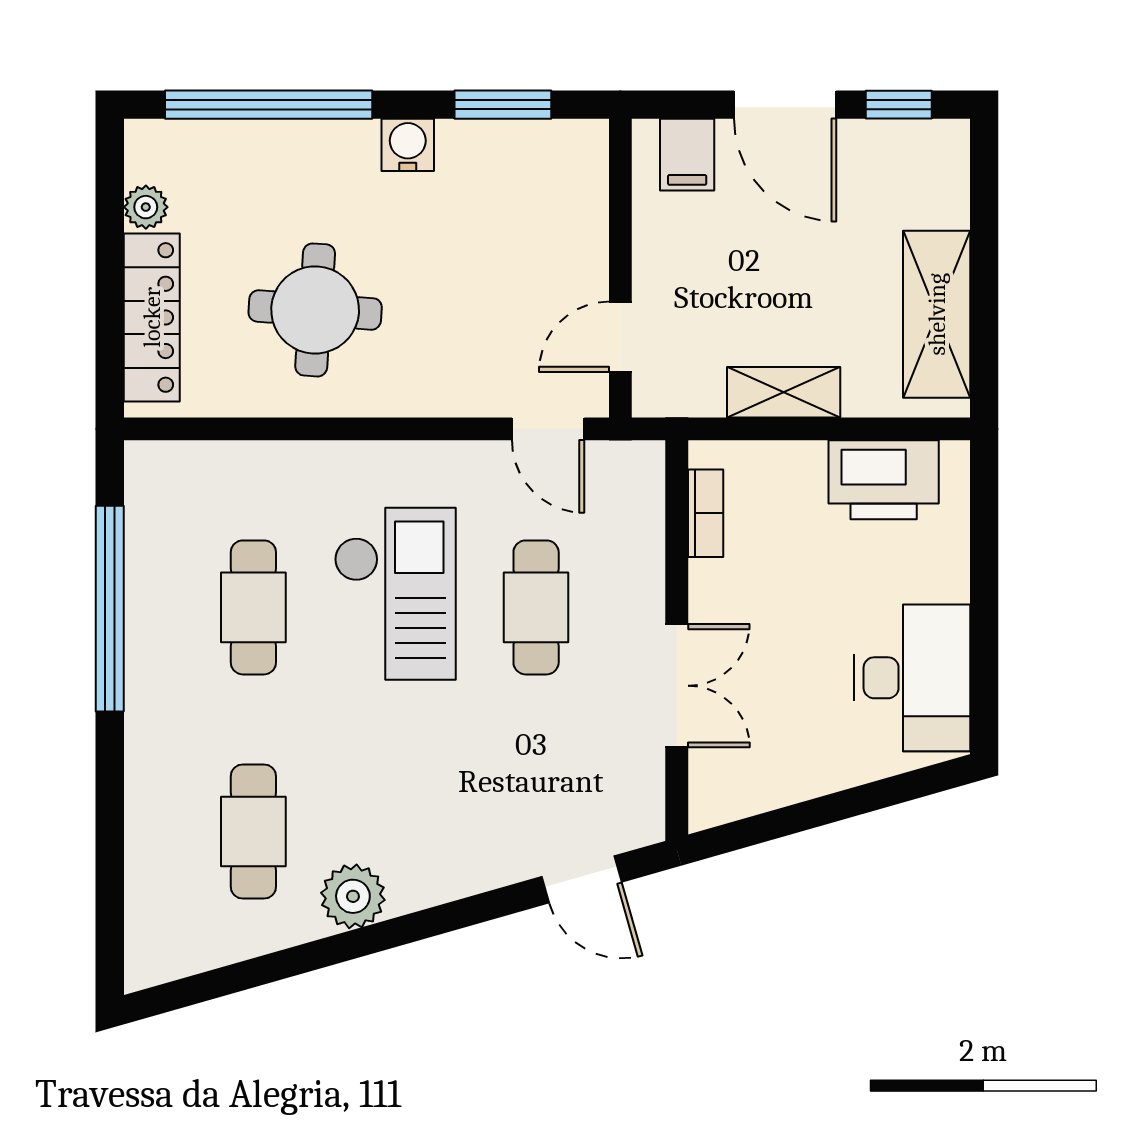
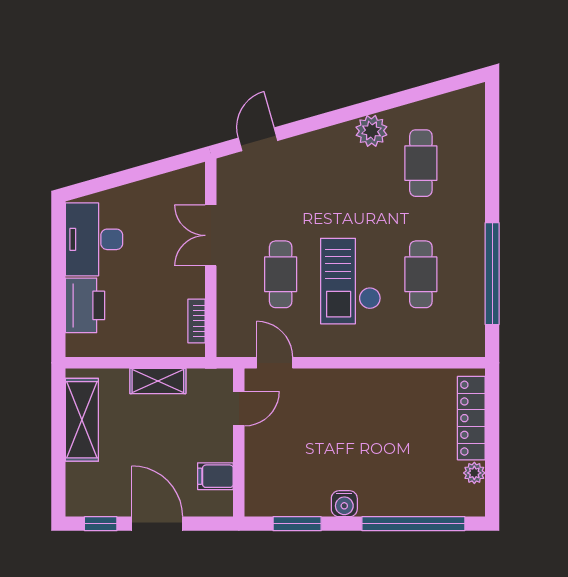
filing cabinet: (687, 155) -> (215, 476), moved, turned -90
round table: (315, 310) -> (390, 422), removed
printer: (884, 480) -> (85, 305), moved, turned 90
door: (582, 879) -> (258, 139), hinge flipped

